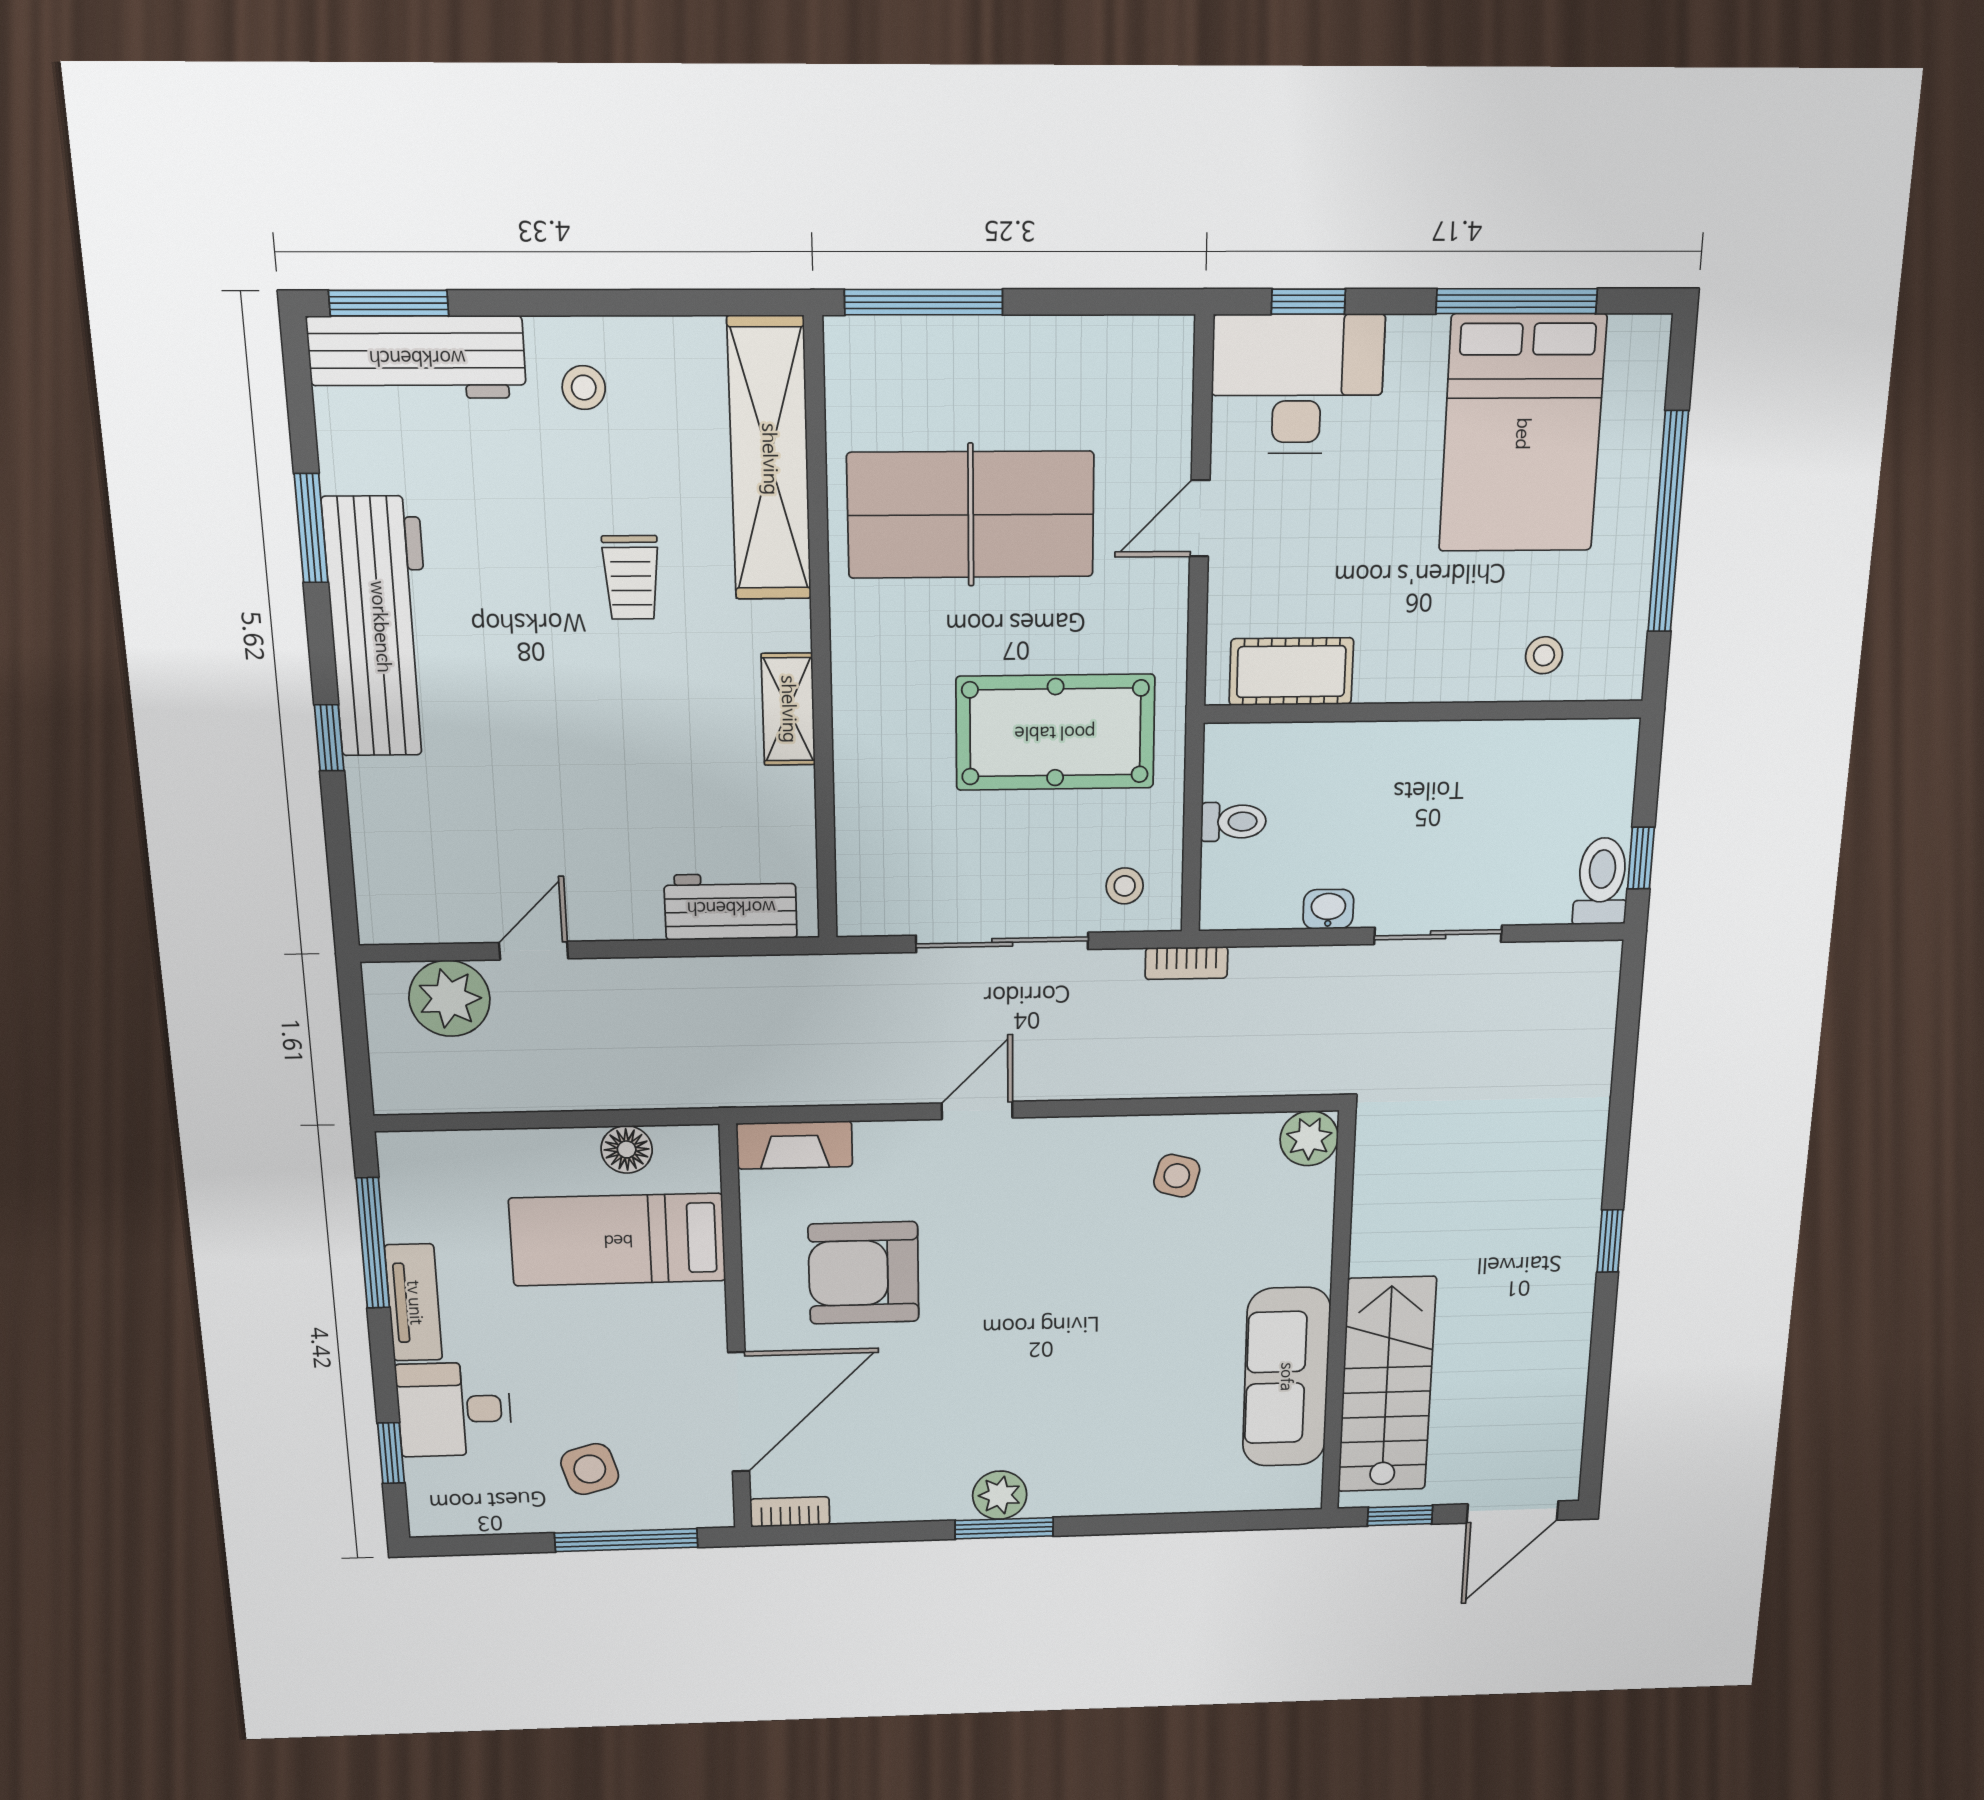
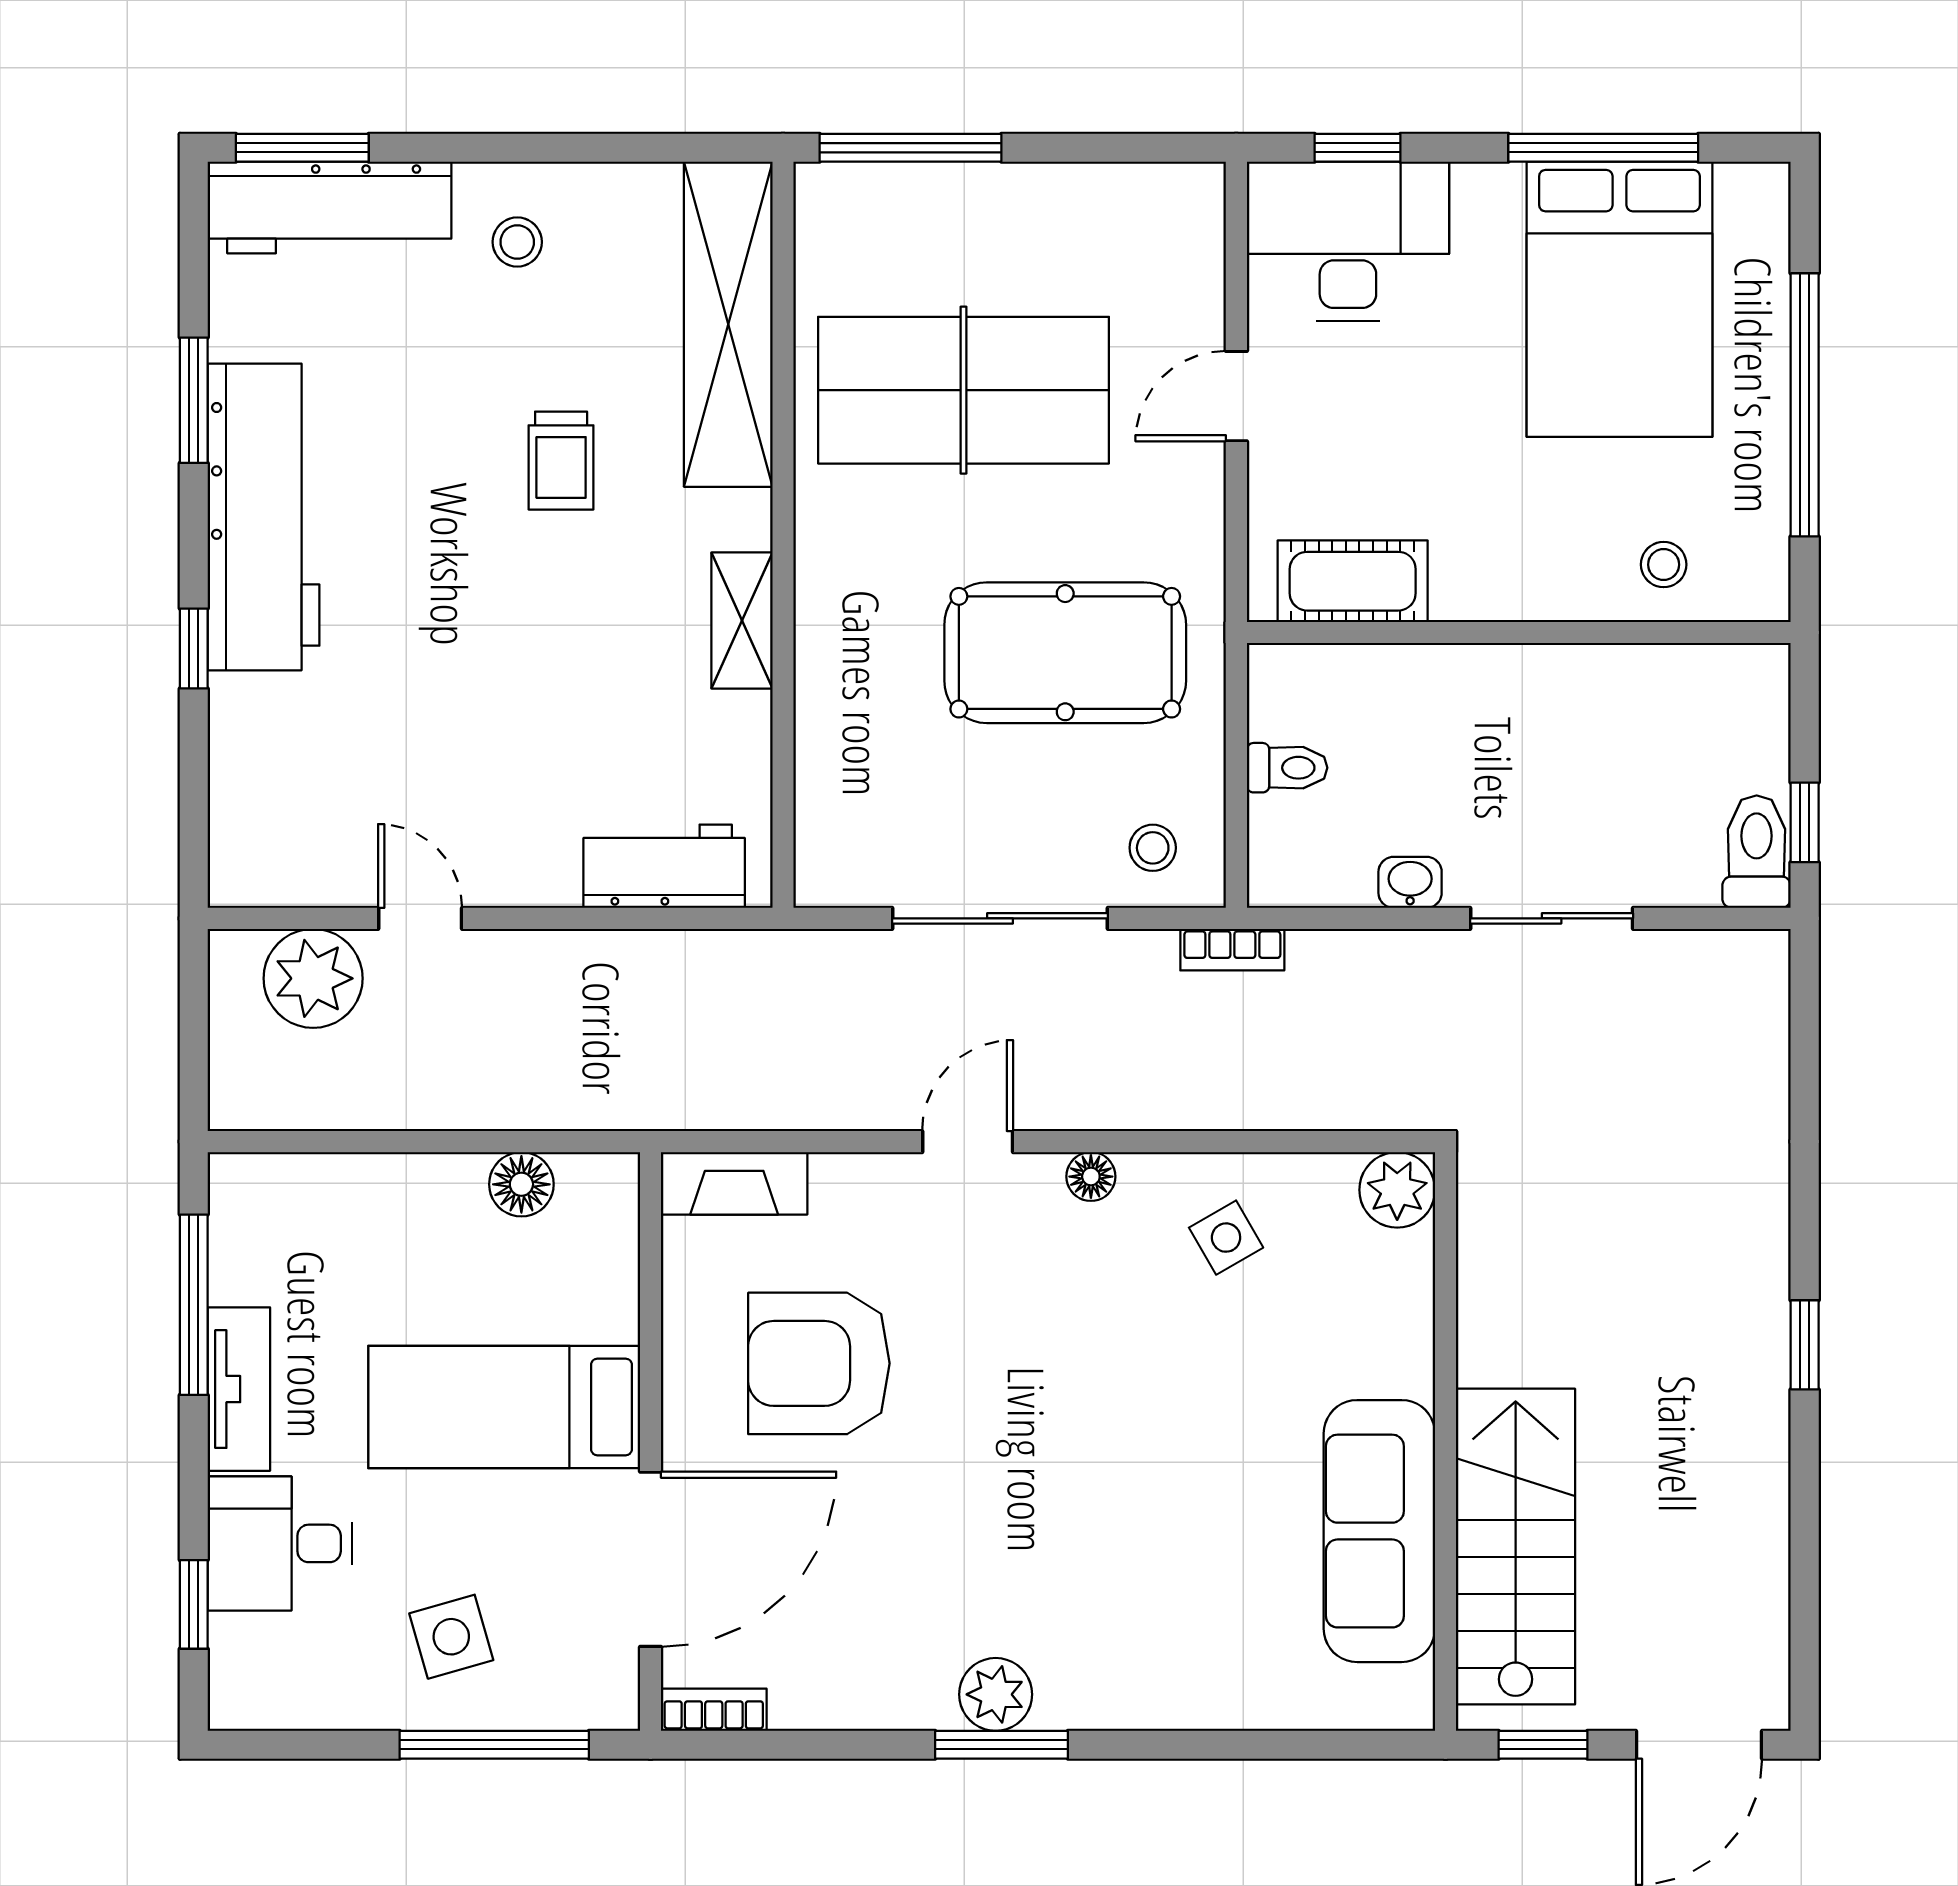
door: (534, 951) -> (420, 918), hinge flipped
floor lamp: (1073, 1134) -> (1091, 1177), added
side table: (1177, 1176) -> (1226, 1238), turned 45
bed: (618, 1240) -> (504, 1407), moved

